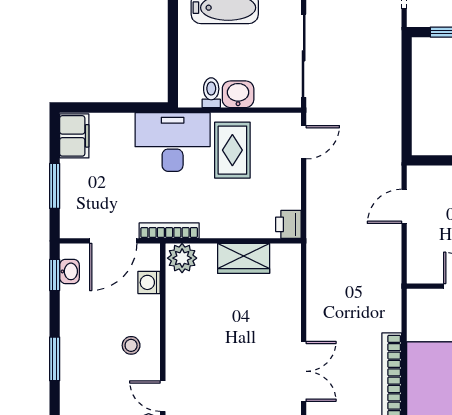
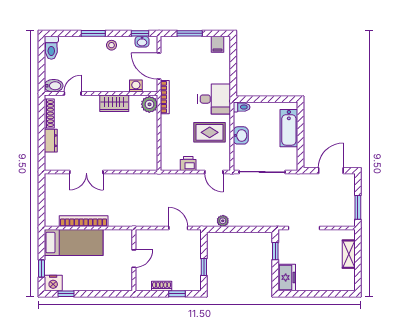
toilet: (211, 93) -> (242, 107), moved
plant: (391, 126) -> (223, 221), added
filing cabinet: (74, 136) -> (217, 44), width x0.50
desk: (173, 142) -> (214, 99), width x0.73
printer: (288, 224) -> (188, 164), moved
wardrobe: (244, 258) -> (114, 103), moved, turned -90
stool: (131, 345) -> (112, 45), moved

